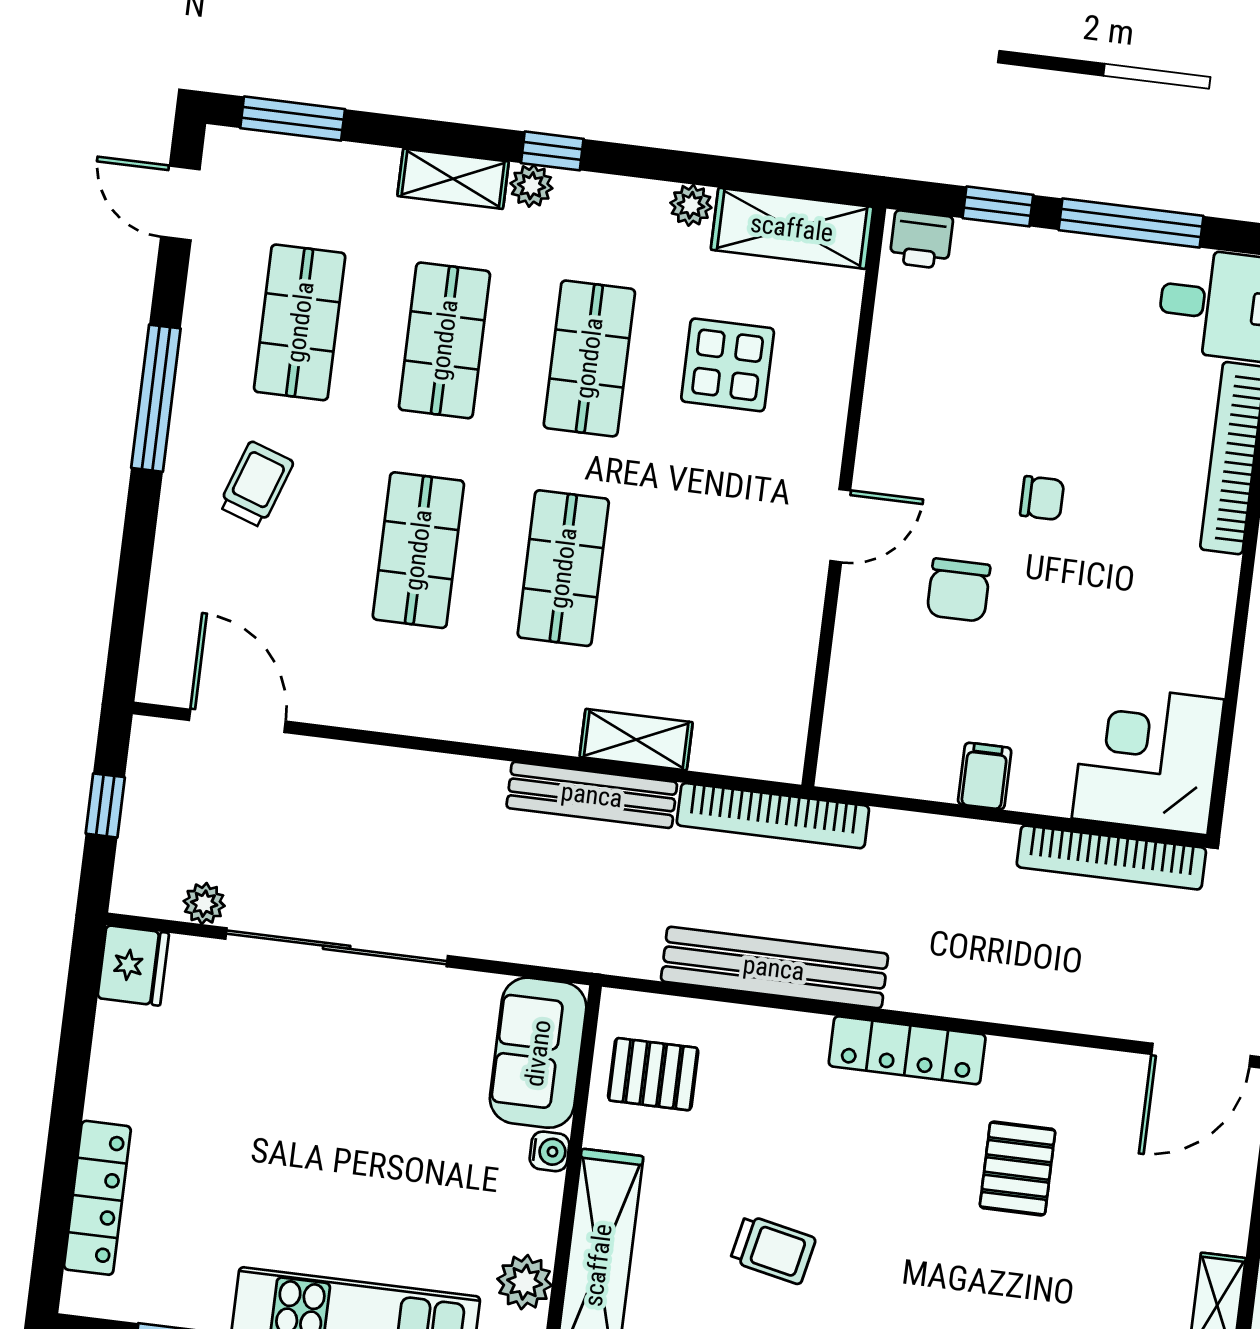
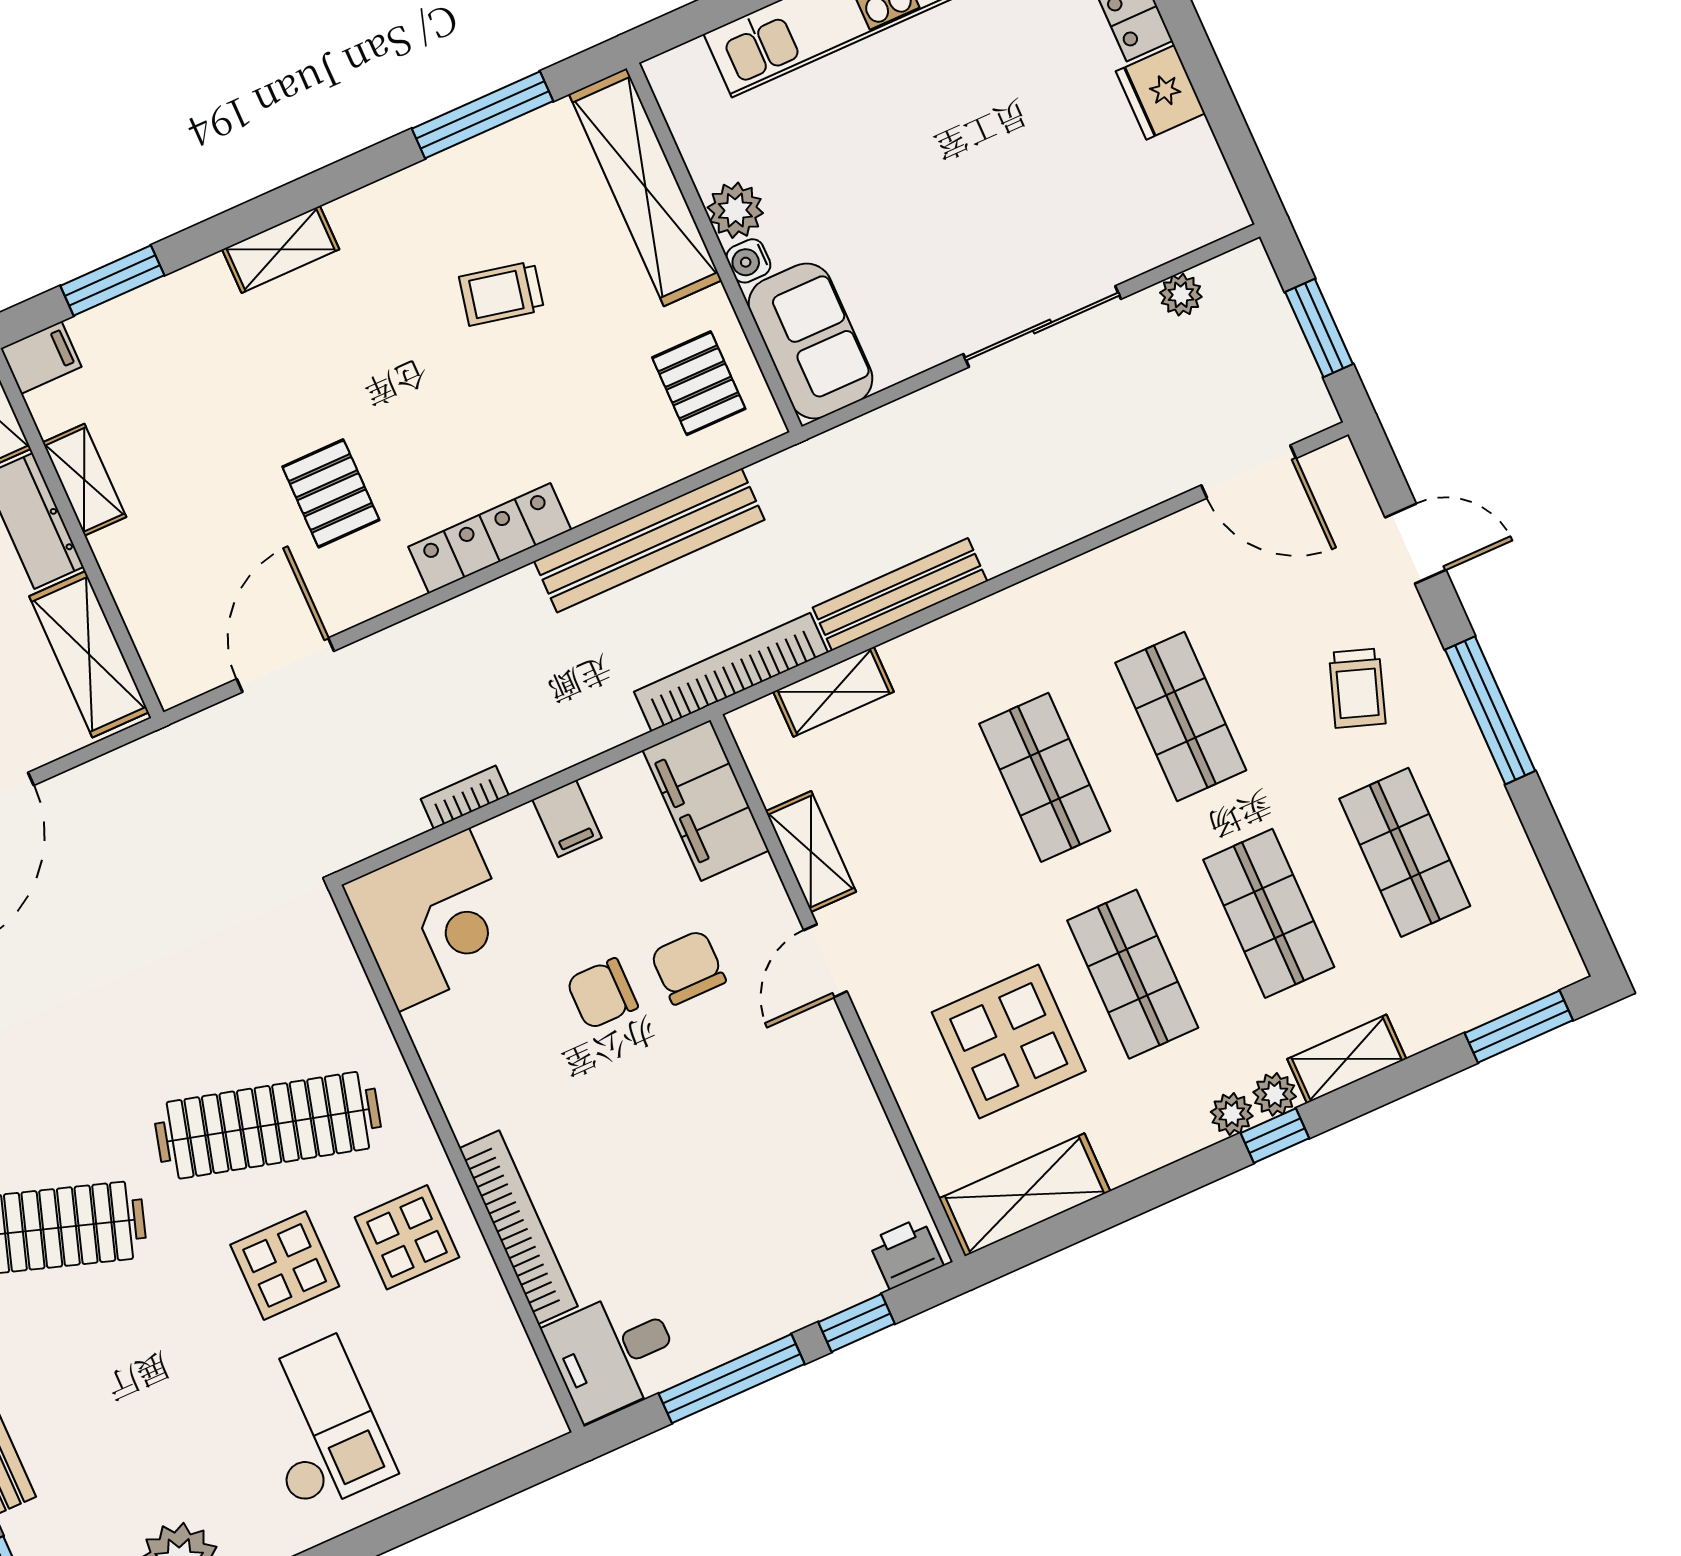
door: (180, 203) -> (1416, 544), moved
plant: (691, 205) -> (1232, 1114), moved
display table: (728, 365) -> (1009, 1042), width x1.36, depth x1.36
chair: (1042, 498) -> (602, 994), moved, width x1.37, depth x1.37
shelving: (797, 625) -> (811, 851), added
filing cabinet: (859, 721) -> (706, 800), added
shelving: (636, 740) -> (833, 692), moved
window: (105, 805) -> (1319, 328), width x1.50
bookcase: (1111, 857) -> (465, 797), width x0.43, depth x0.76
sliding door: (337, 947) -> (1042, 327), width x0.73
fridge: (133, 966) -> (1160, 92), moved
door: (1201, 1055) -> (285, 665), moved
pallet: (653, 1074) -> (699, 383), turned 90
plant: (525, 1282) -> (735, 210), moved

